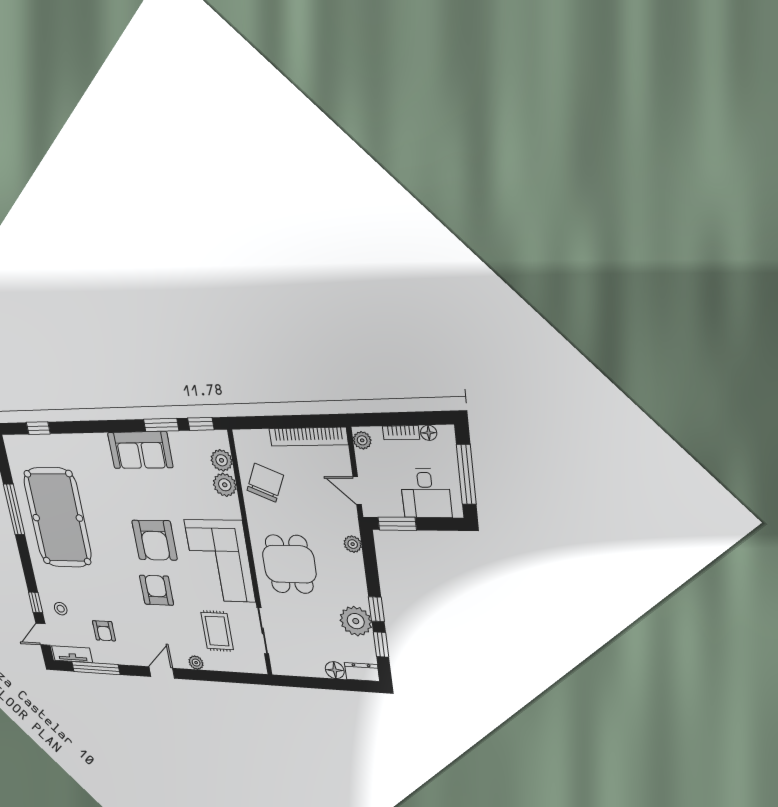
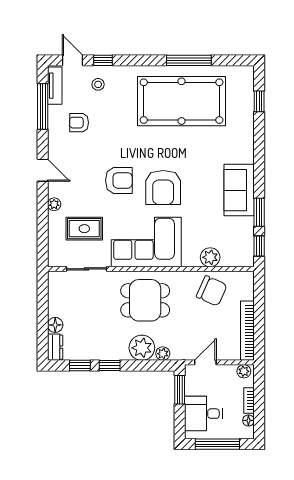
plant: (222, 460) -> (230, 258), removed
armchair: (155, 540) -> (163, 187), turned -90
plant: (356, 621) -> (142, 348), moved

